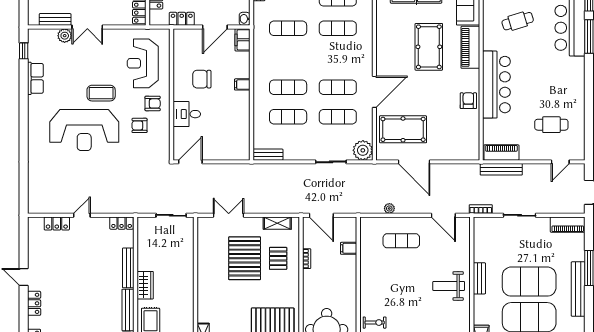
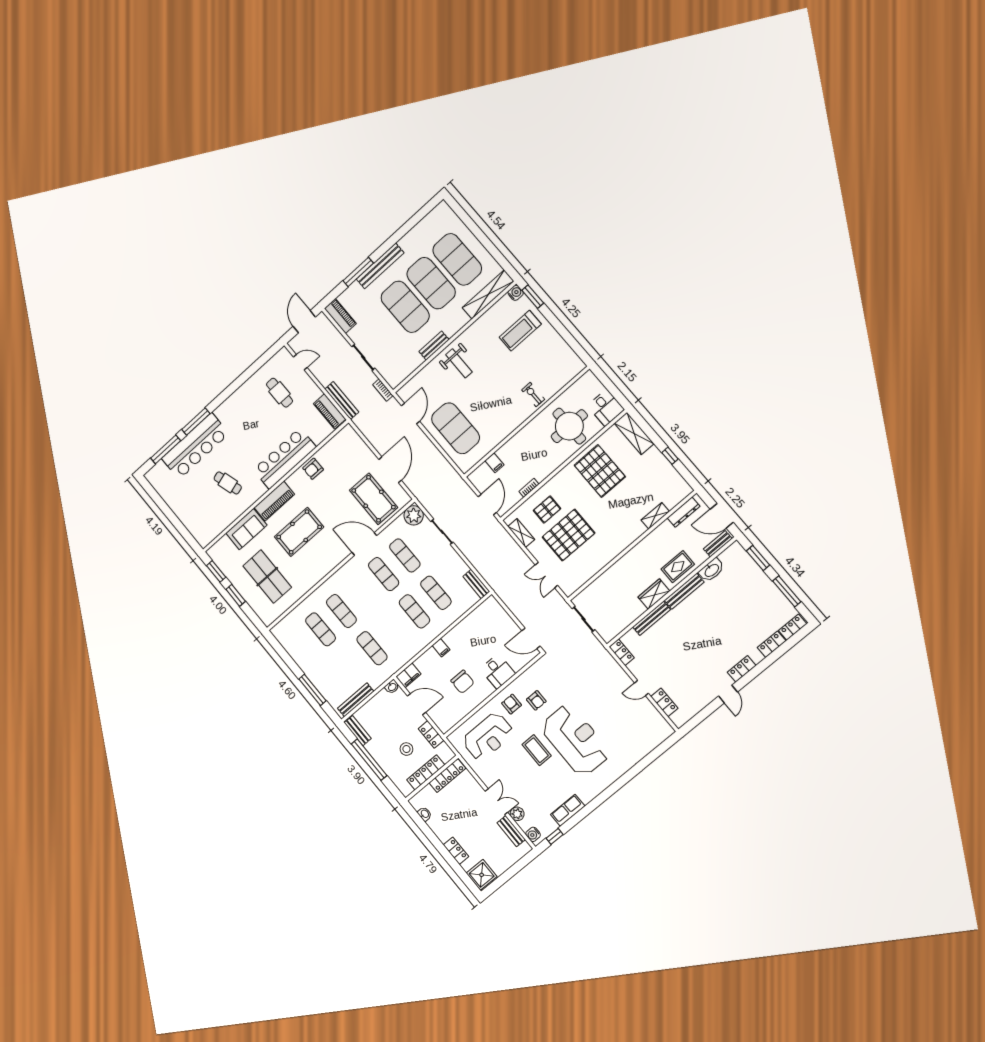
water cooler: (39, 35) -> (533, 834), added
plant: (389, 208) -> (439, 458), removed
exercise mat: (401, 241) -> (456, 428), width x2.00, depth x1.45

